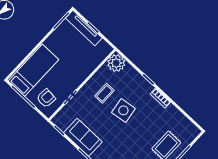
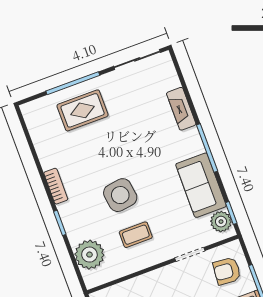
plant: (116, 63) -> (89, 255), moved
plant: (62, 123) -> (221, 222), added

